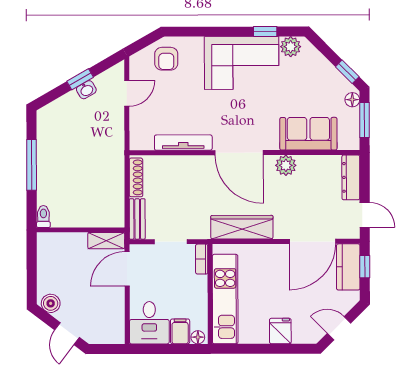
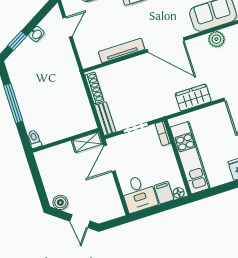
window: (80, 79) -> (17, 41), moved
plant: (286, 165) -> (216, 39), moved
wardrobe: (242, 227) -> (193, 98), width x0.67

